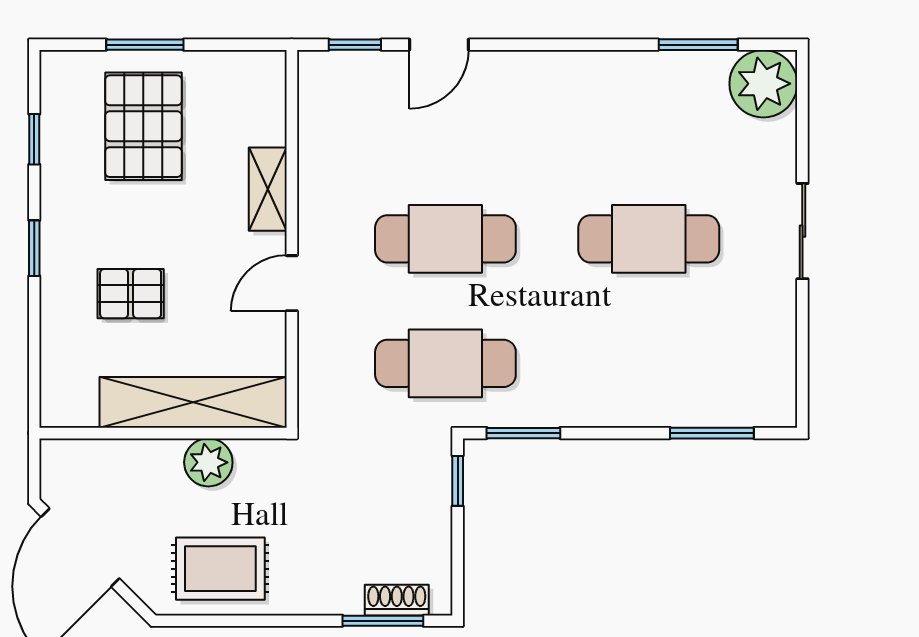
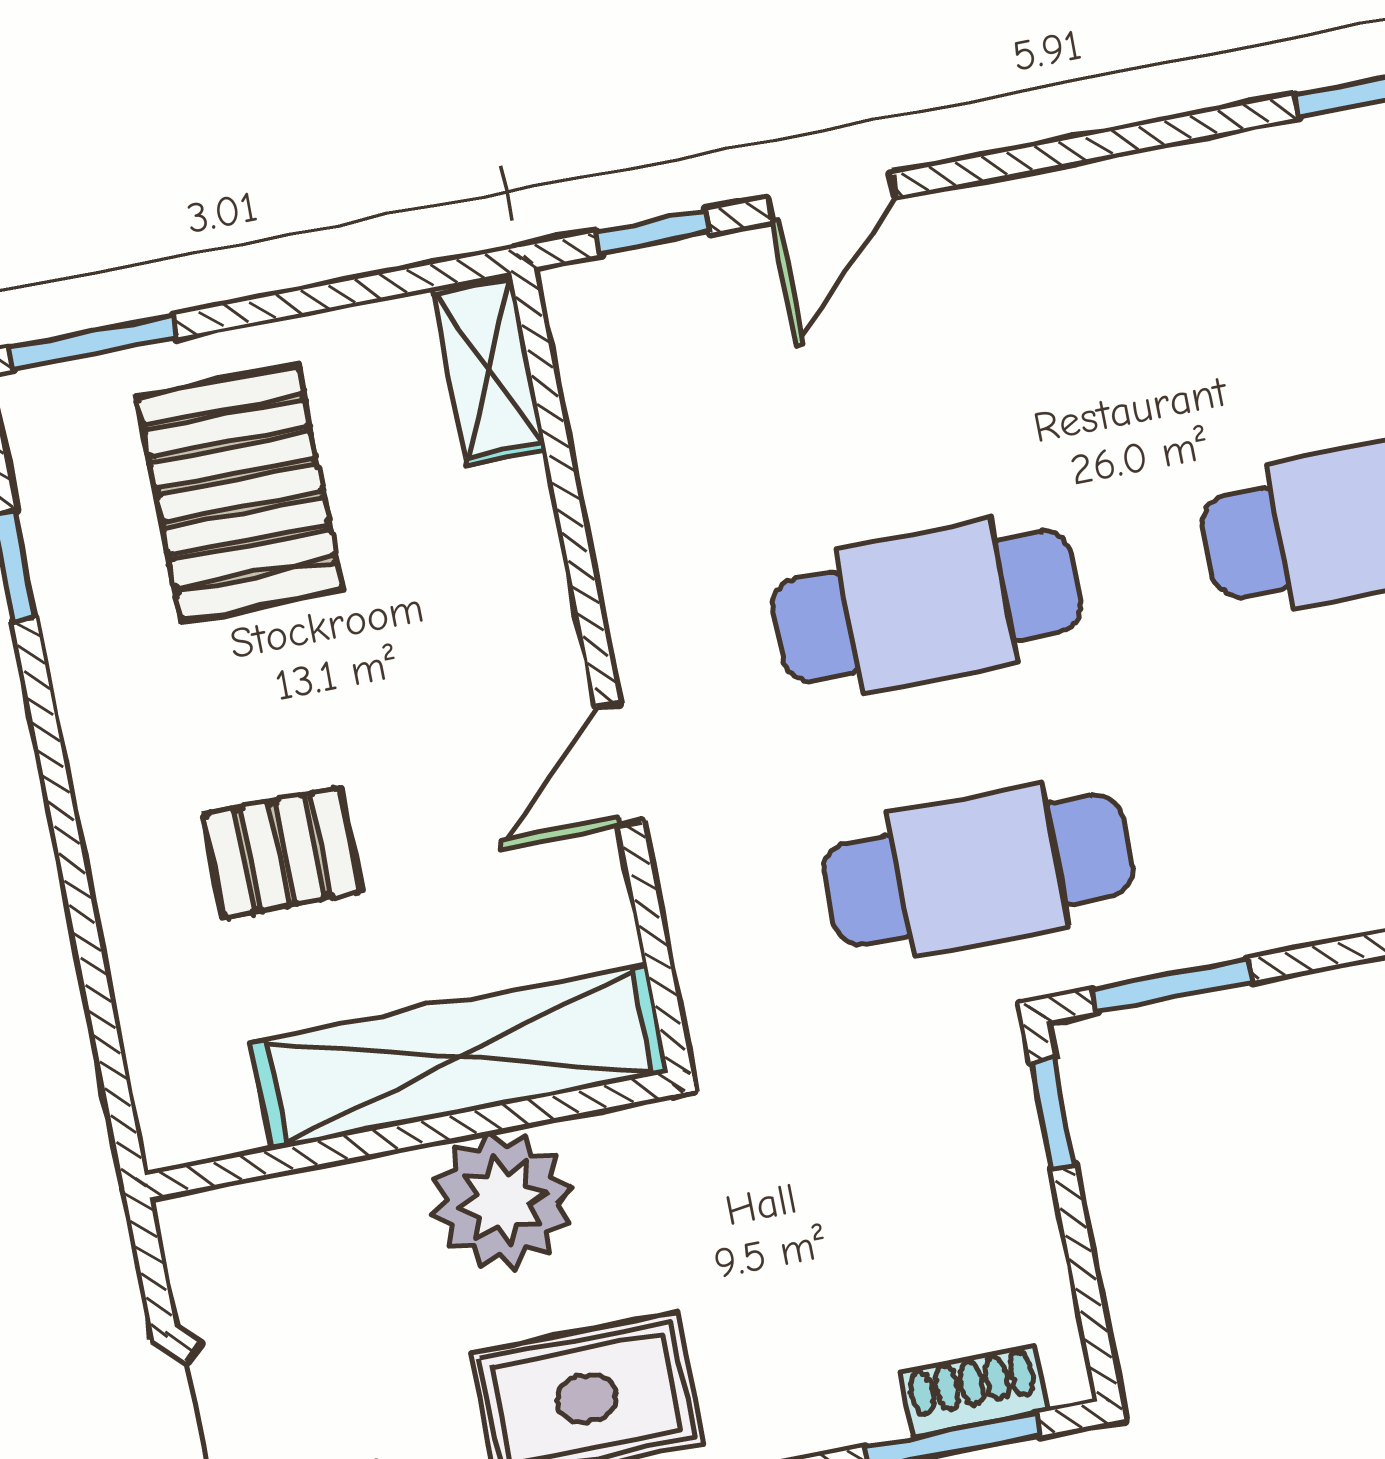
window: (145, 45) -> (93, 343), moved
shelving: (268, 189) -> (489, 368), moved
window: (34, 248) -> (59, 797), removed
plant: (208, 462) -> (502, 1201), width x1.36, depth x1.36

